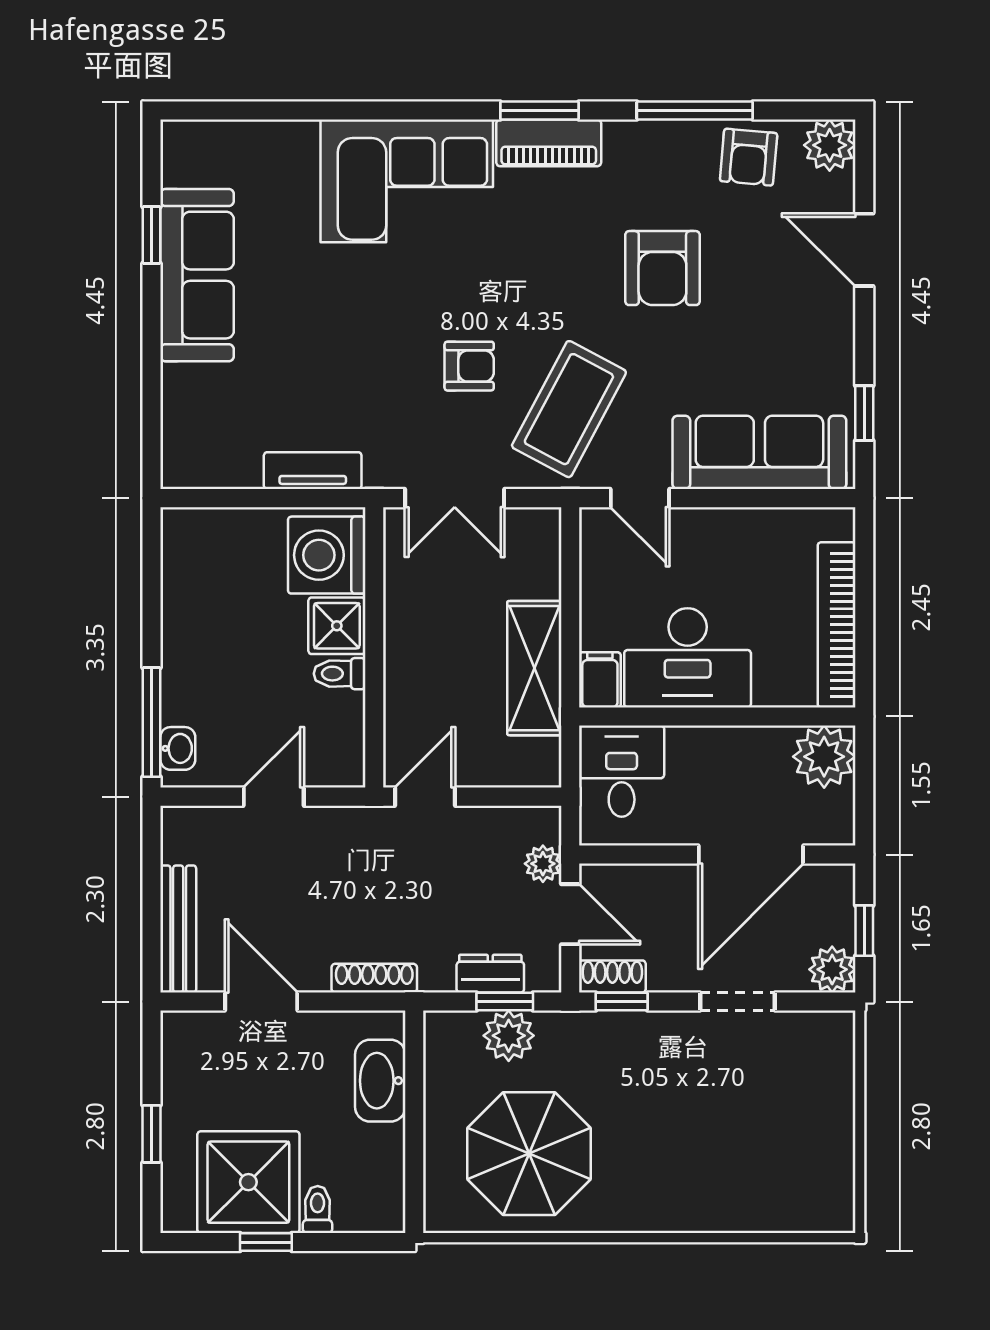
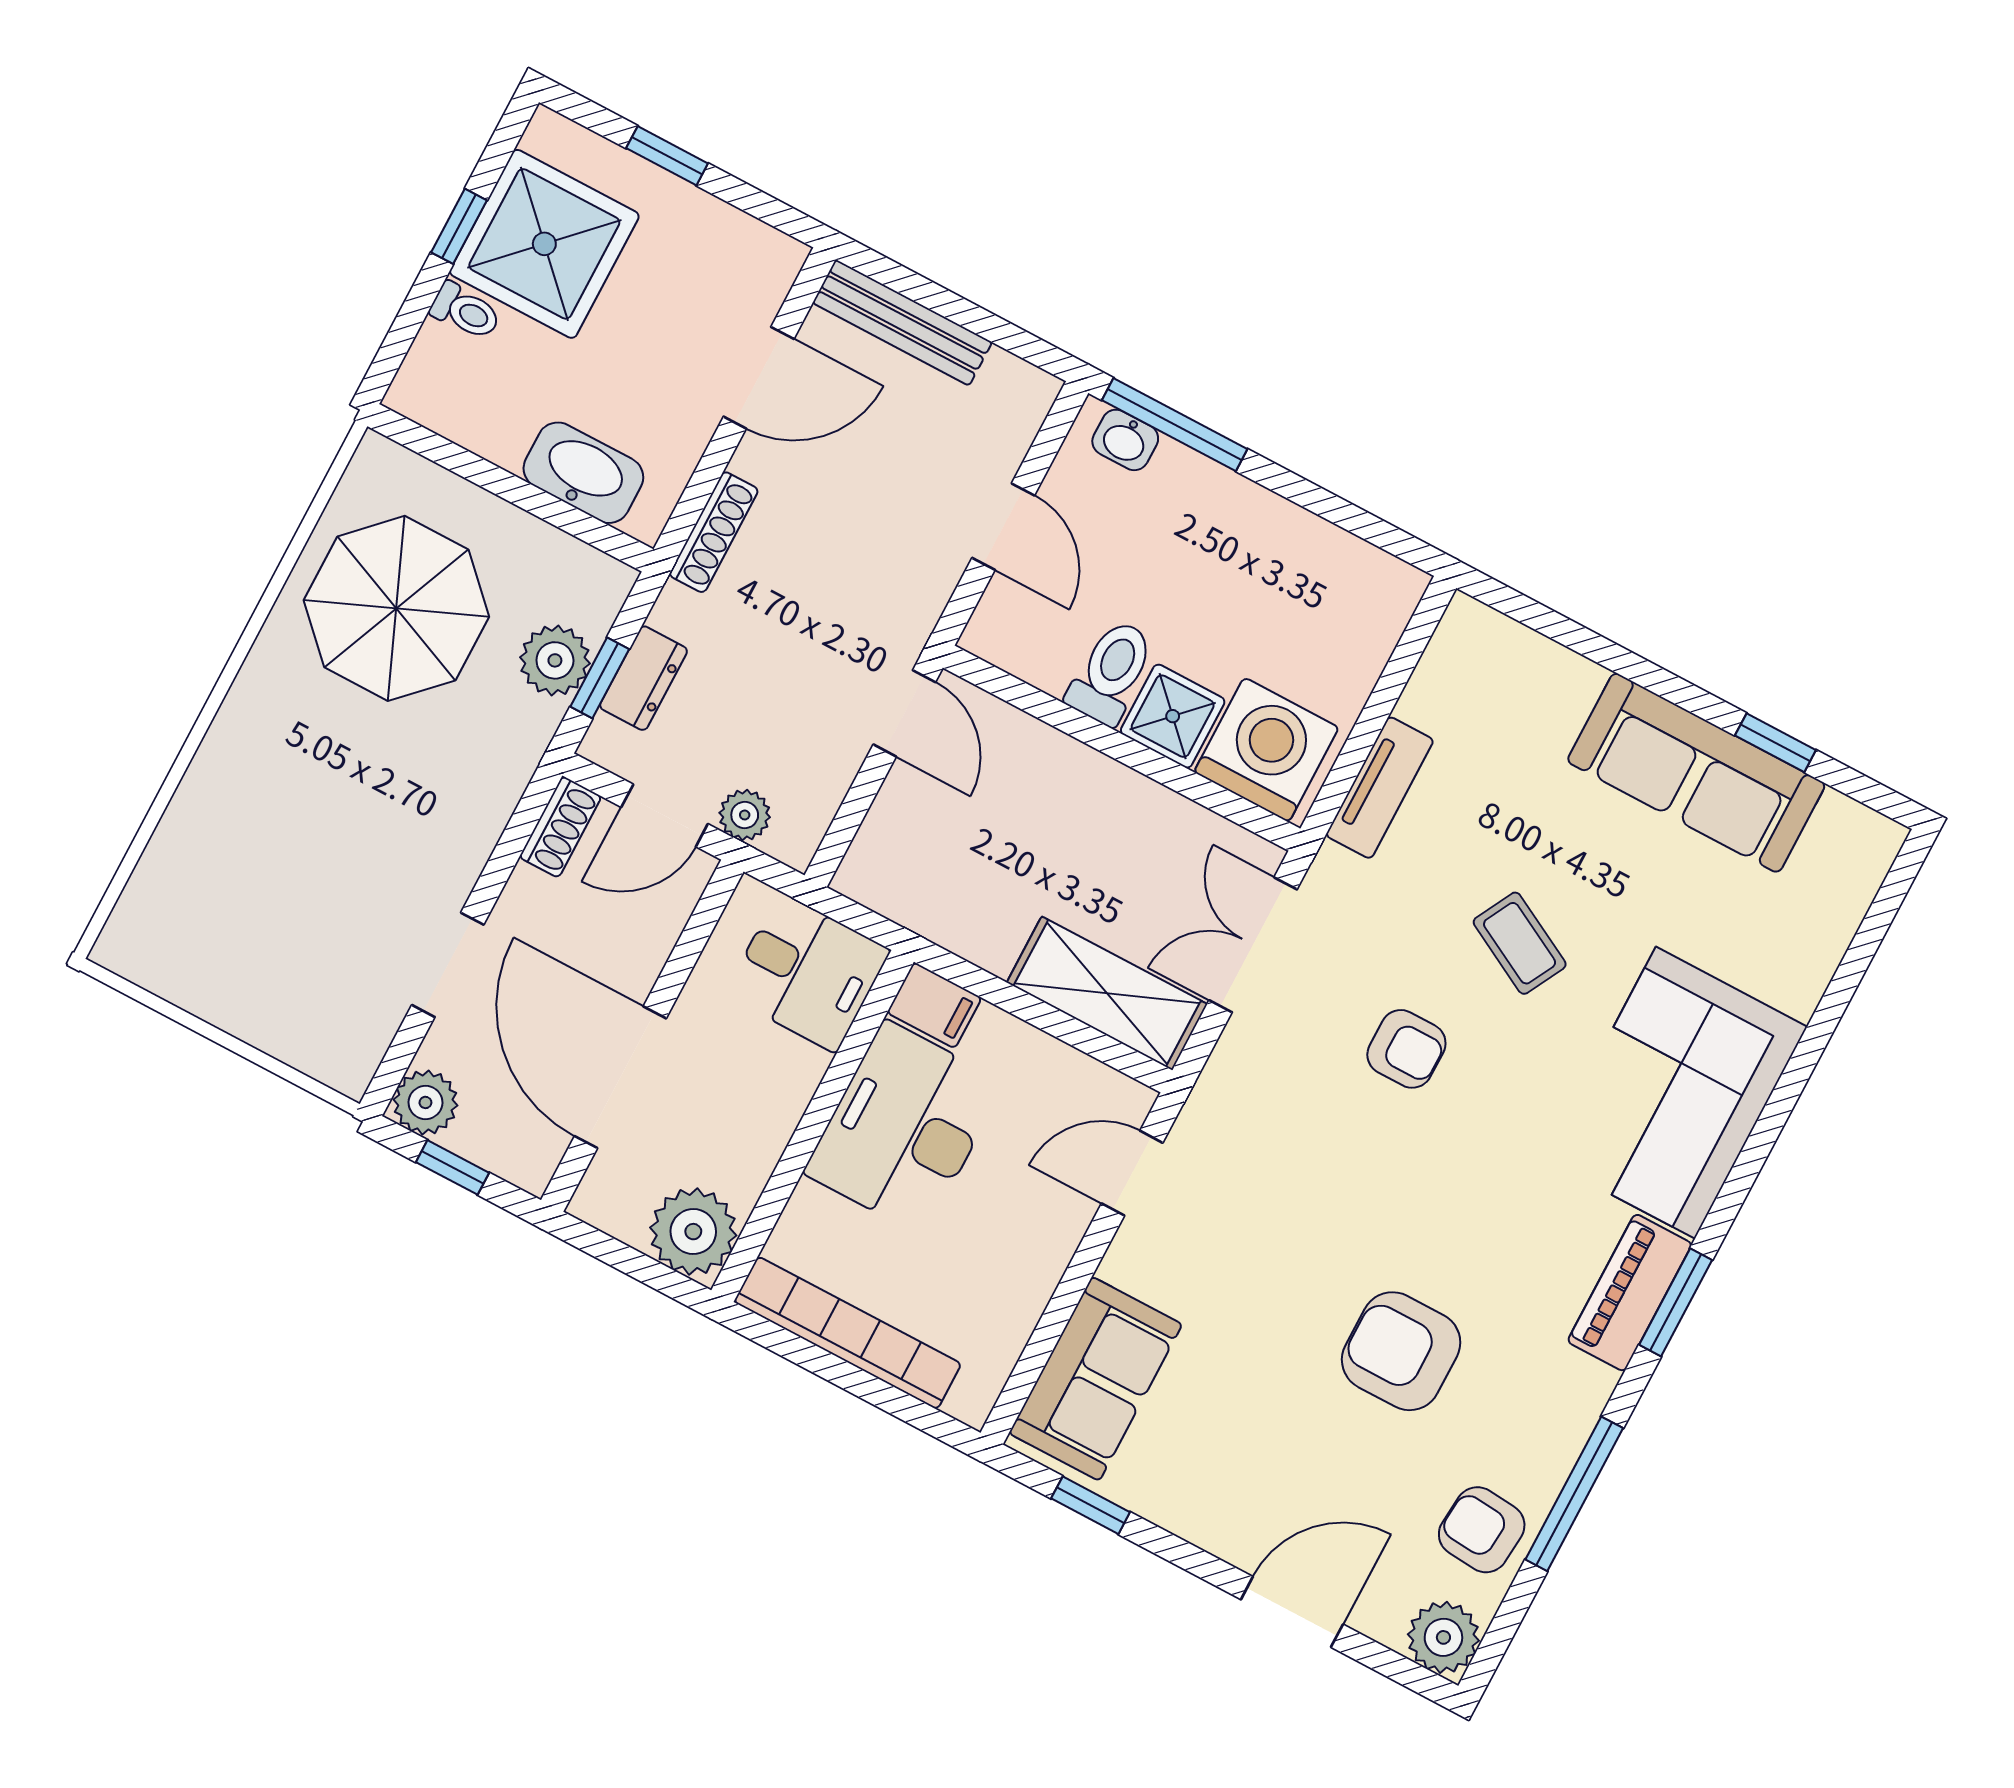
armchair: (469, 366) -> (1406, 1049), turned -90
coffee table: (569, 409) -> (1520, 943), moved, width x0.54, depth x0.58
sofa: (759, 452) -> (1096, 1379), width x0.73
shelving: (534, 668) -> (1107, 993), moved
toilet: (340, 674) -> (1111, 672), width x1.37, depth x1.39
window: (622, 1002) -> (523, 822), removed

